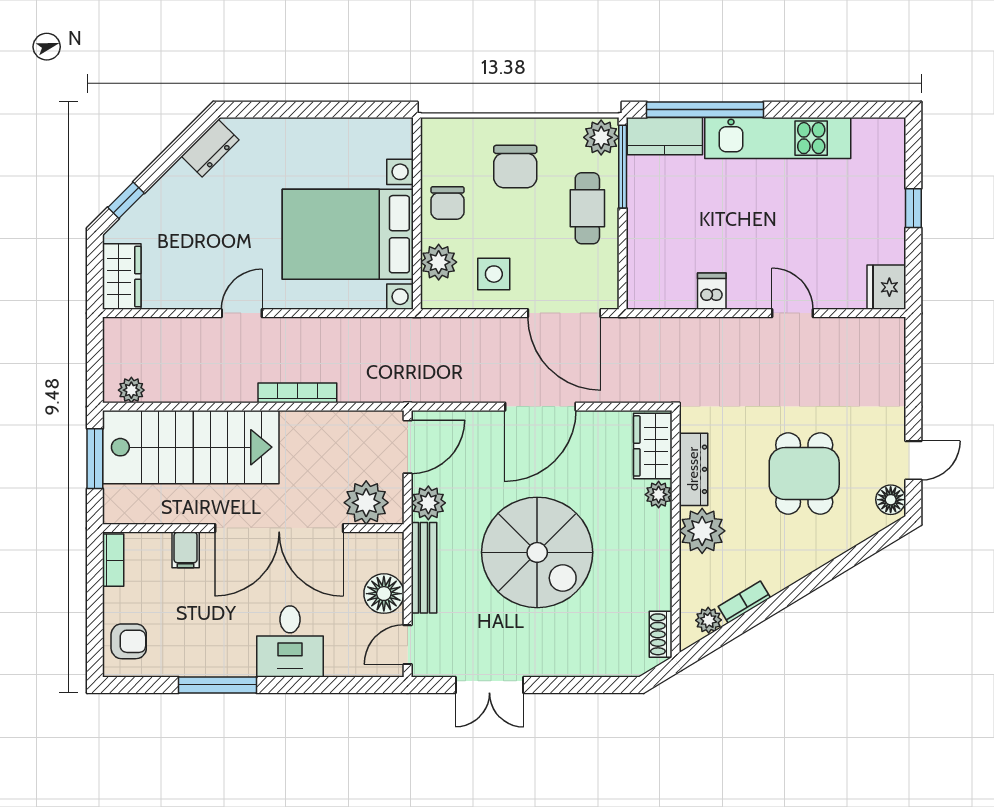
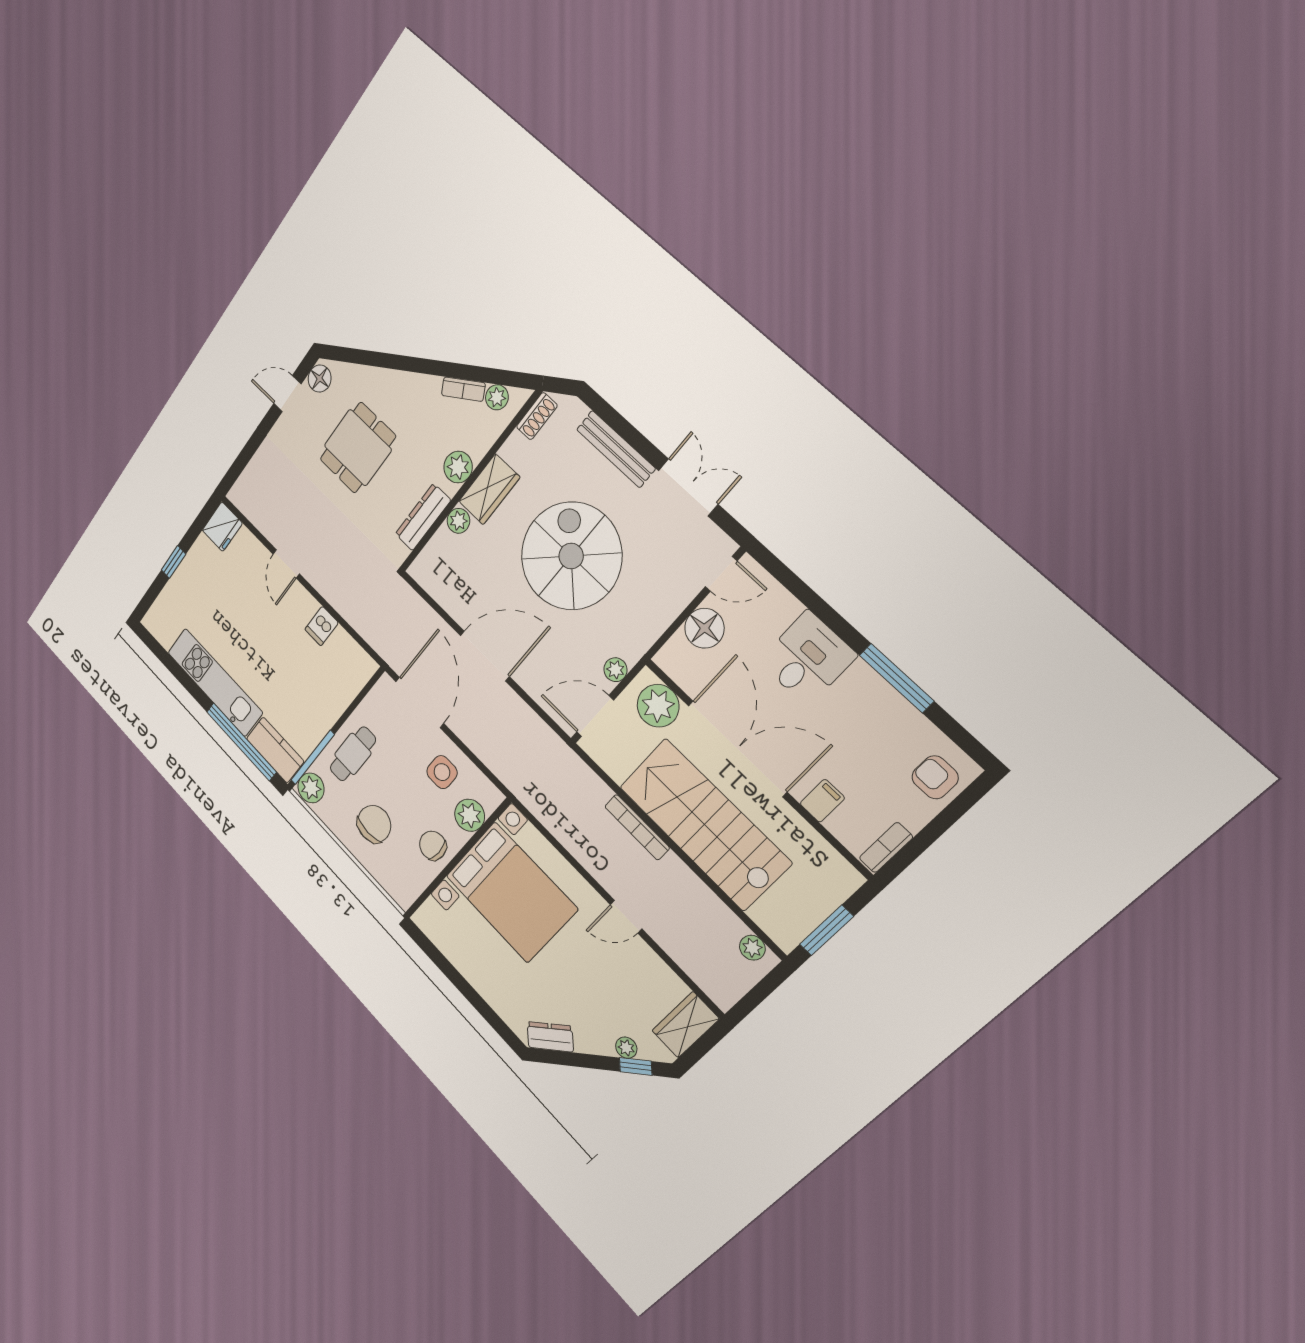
chair: (448, 203) -> (433, 846), turned -90
plant: (146, 207) -> (626, 1048), added
wardrobe: (653, 446) -> (489, 489), moved
stairs: (191, 447) -> (704, 824), moved
plant: (428, 503) -> (615, 670), width x0.73, depth x0.73
plant: (702, 531) -> (458, 467), width x0.73, depth x0.73
bench: (424, 568) -> (616, 449), moved, turned 90

